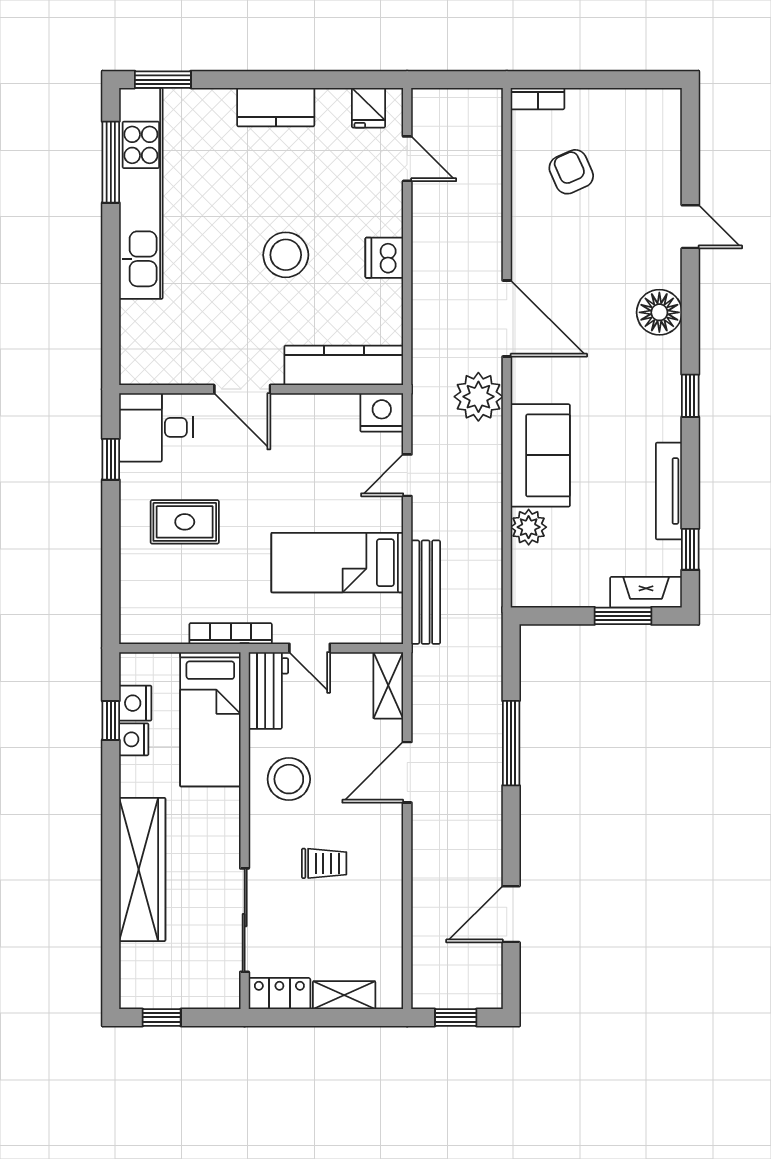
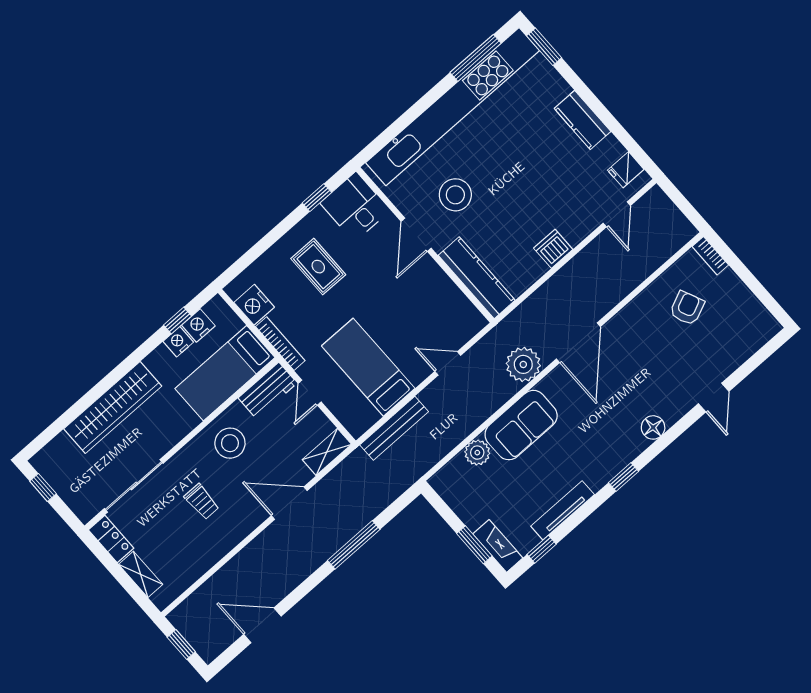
kitchen unit: (141, 193) -> (453, 107), width x1.36
stool: (286, 255) -> (455, 195), moved
floor lamp: (659, 312) -> (653, 427), width x0.73, depth x0.73
nightstand: (382, 412) -> (254, 305), moved, turned 180

